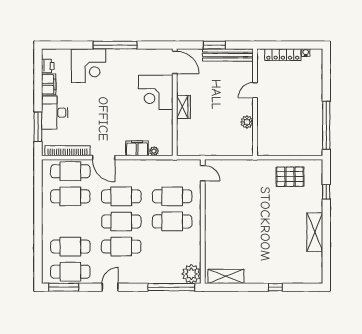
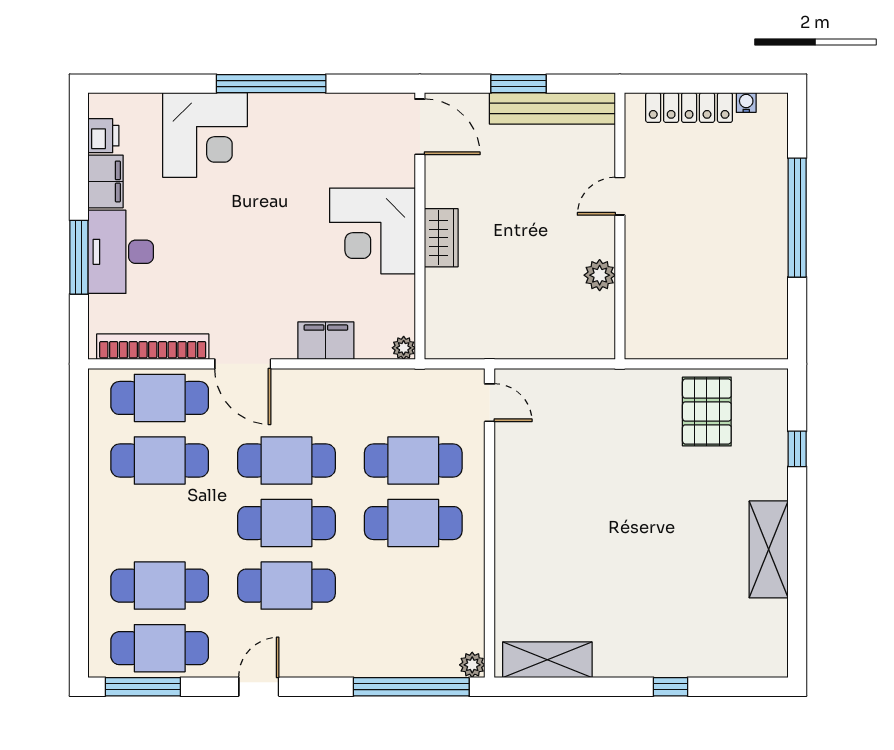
corner desk: (156, 92) -> (372, 231), moved
window: (326, 125) -> (797, 218), moved
window: (38, 127) -> (79, 257), moved
plant: (154, 151) -> (404, 348), moved
pallet: (290, 177) -> (707, 411), turned 90
plant: (191, 274) -> (472, 665), width x0.53, depth x0.53

